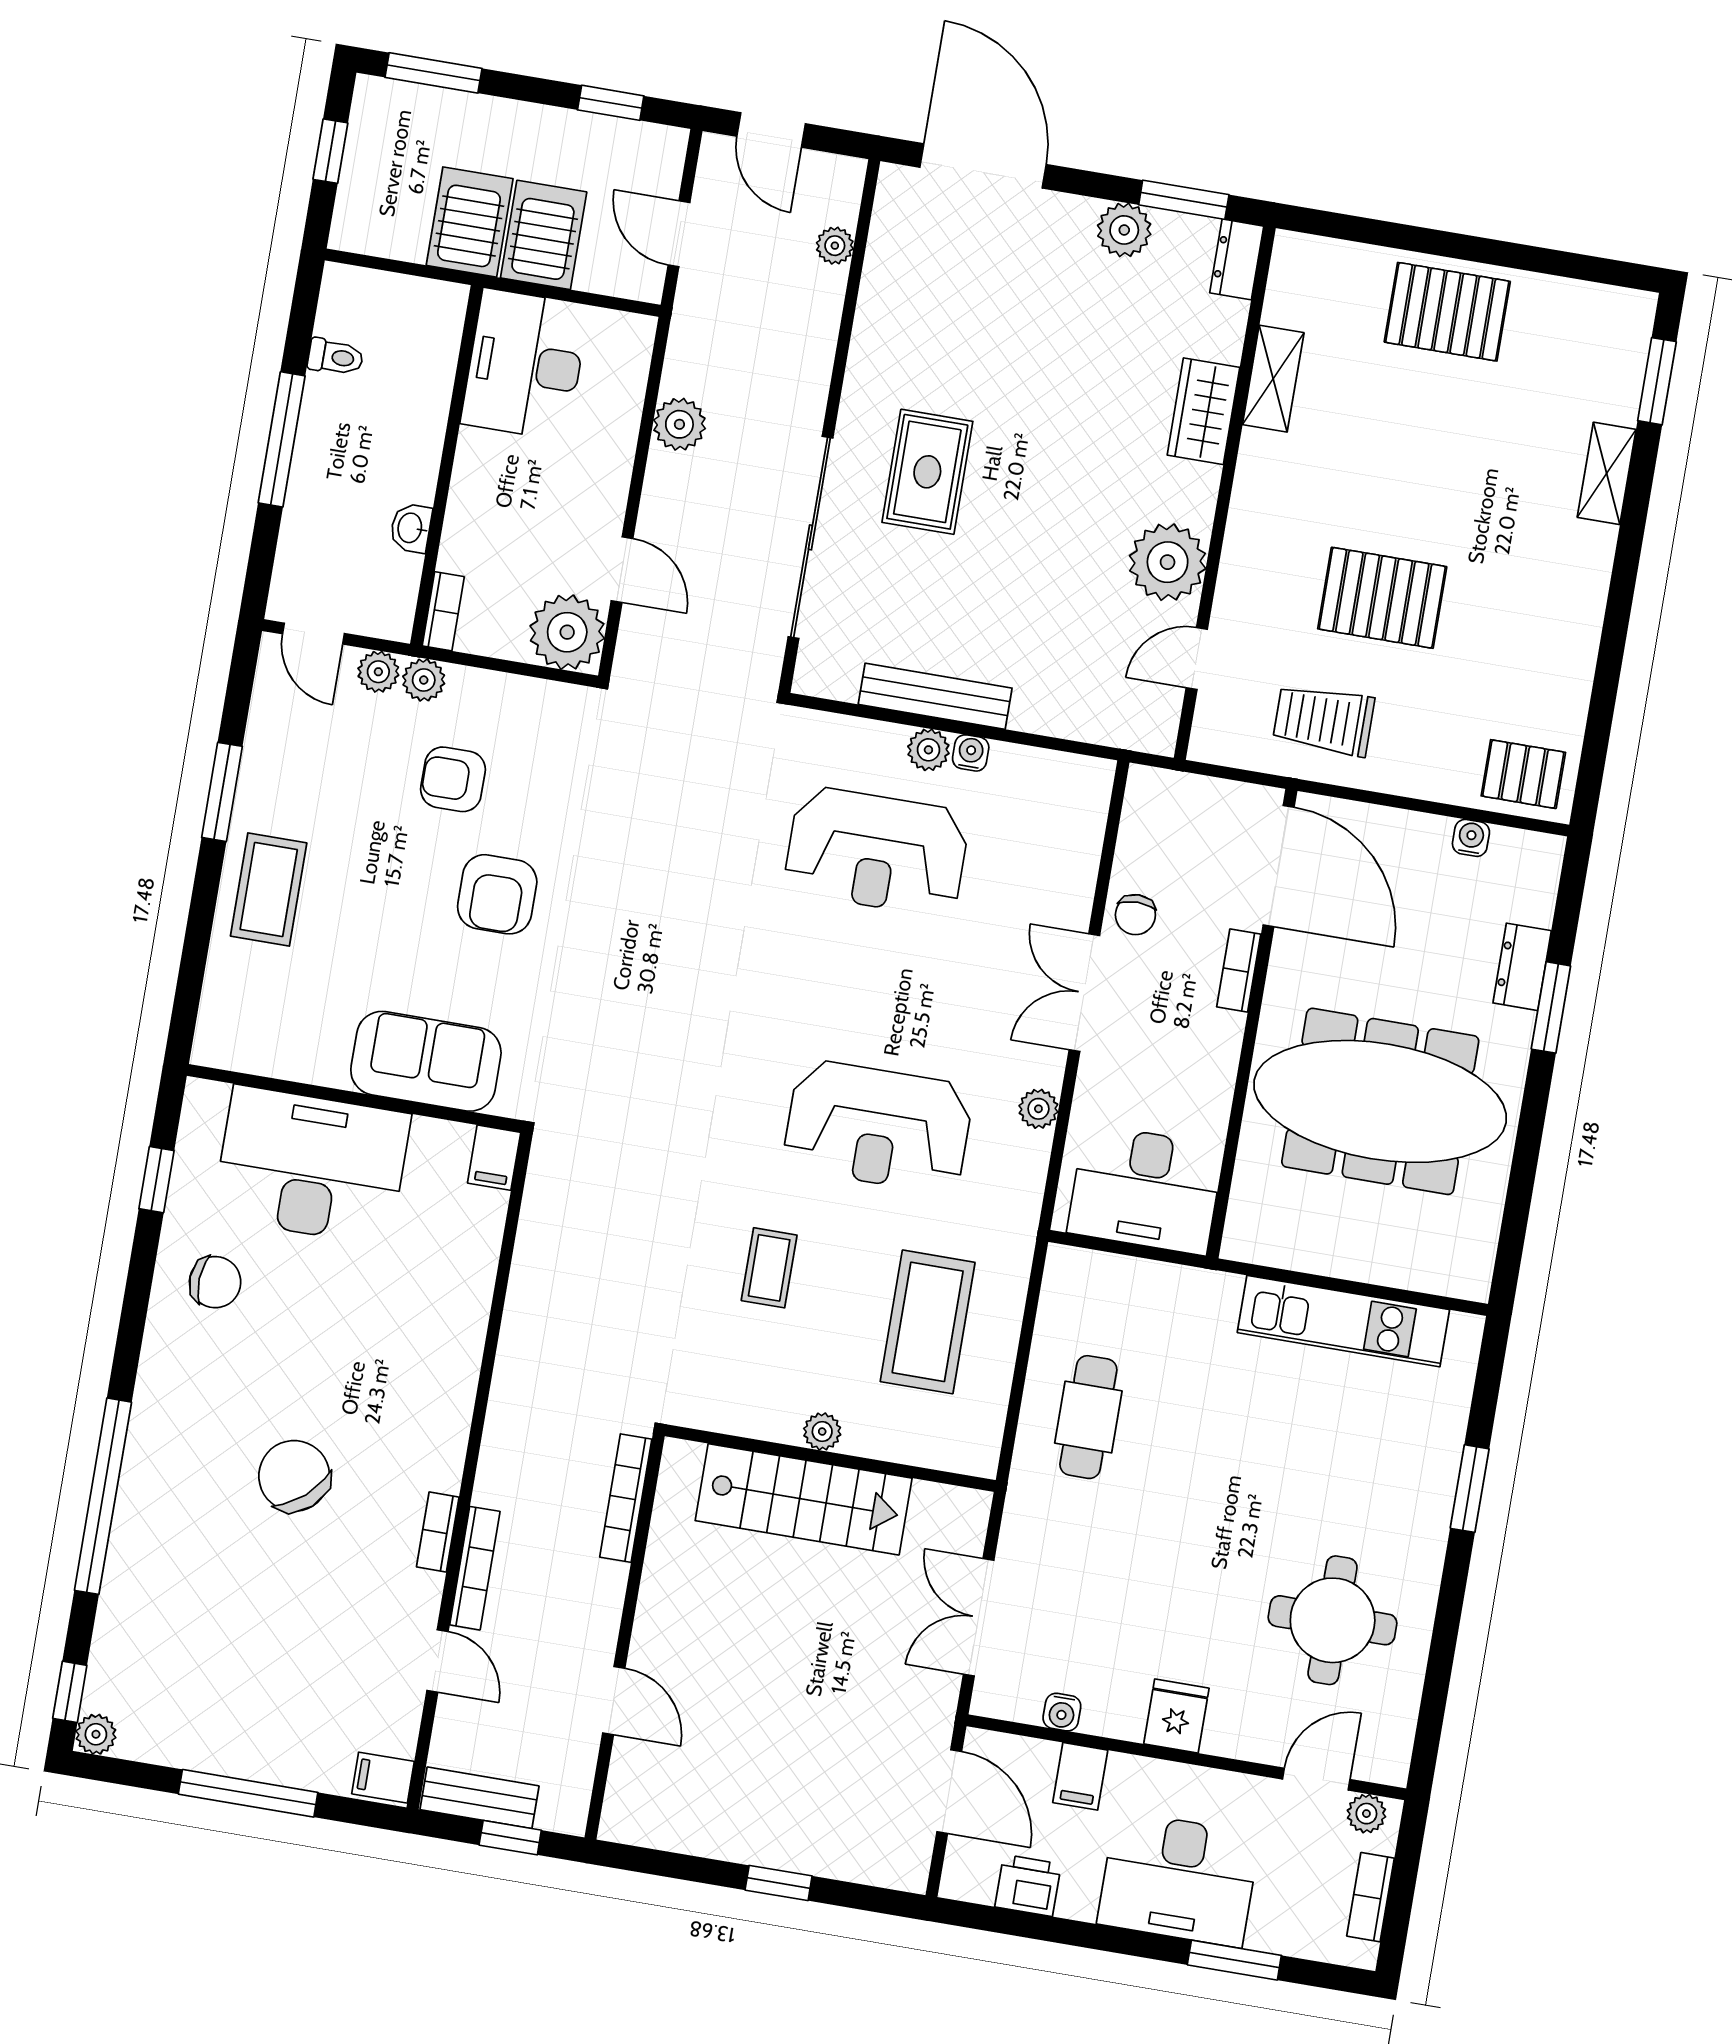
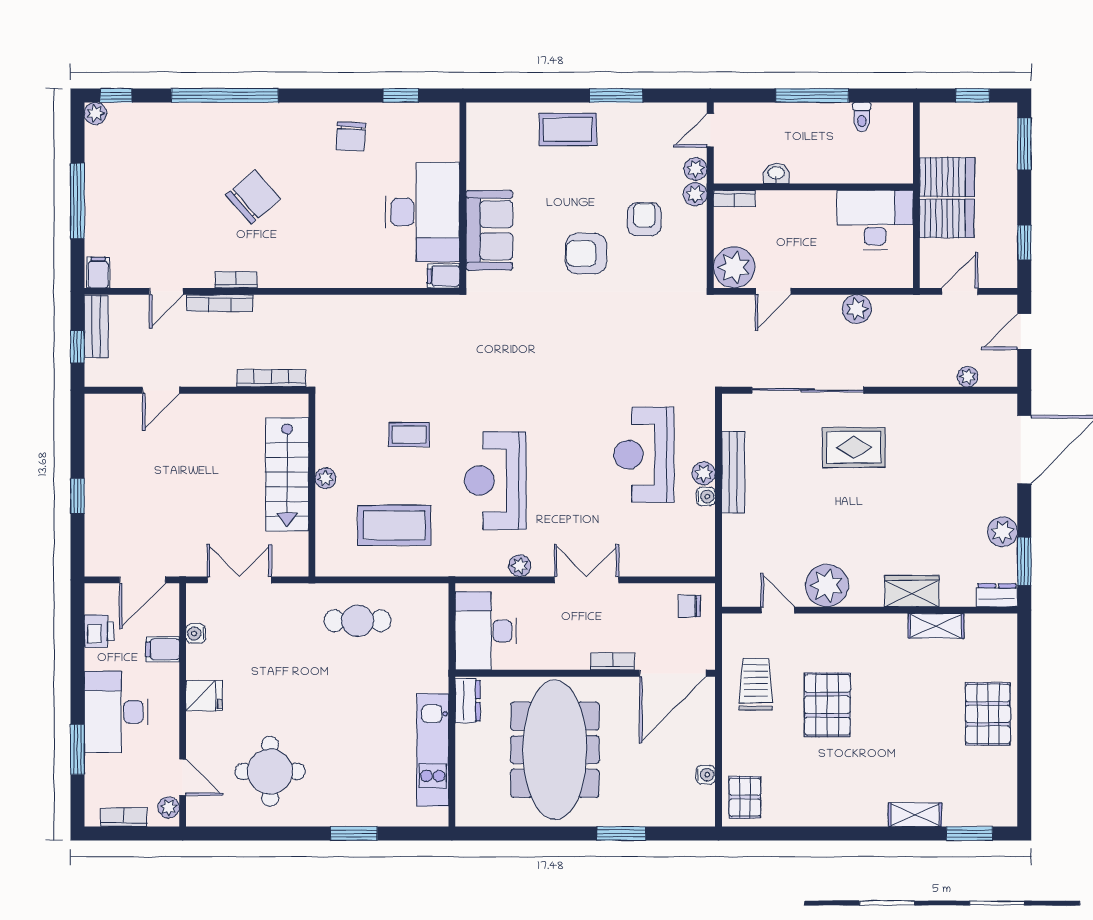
chair: (1135, 915) -> (689, 606), moved
dresser: (1522, 967) -> (468, 701), moved, turned 90
desk: (312, 1166) -> (422, 212), moved

